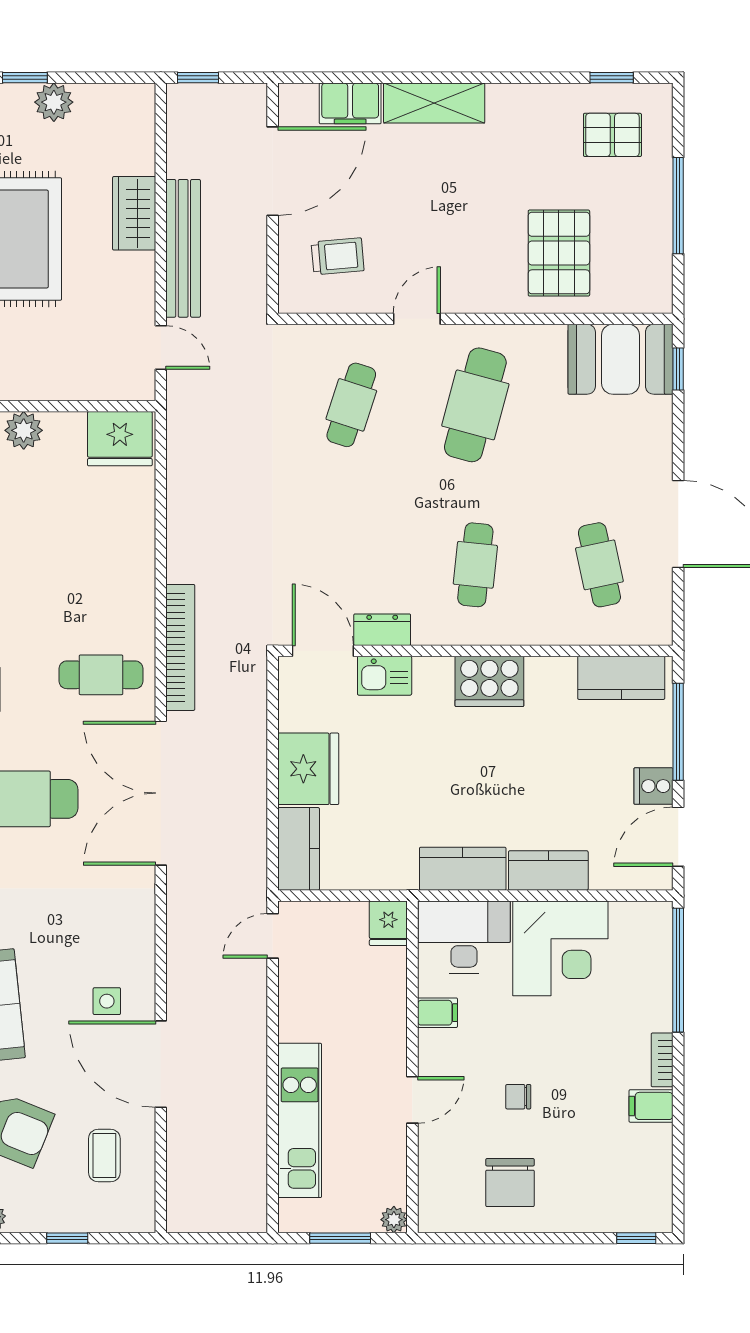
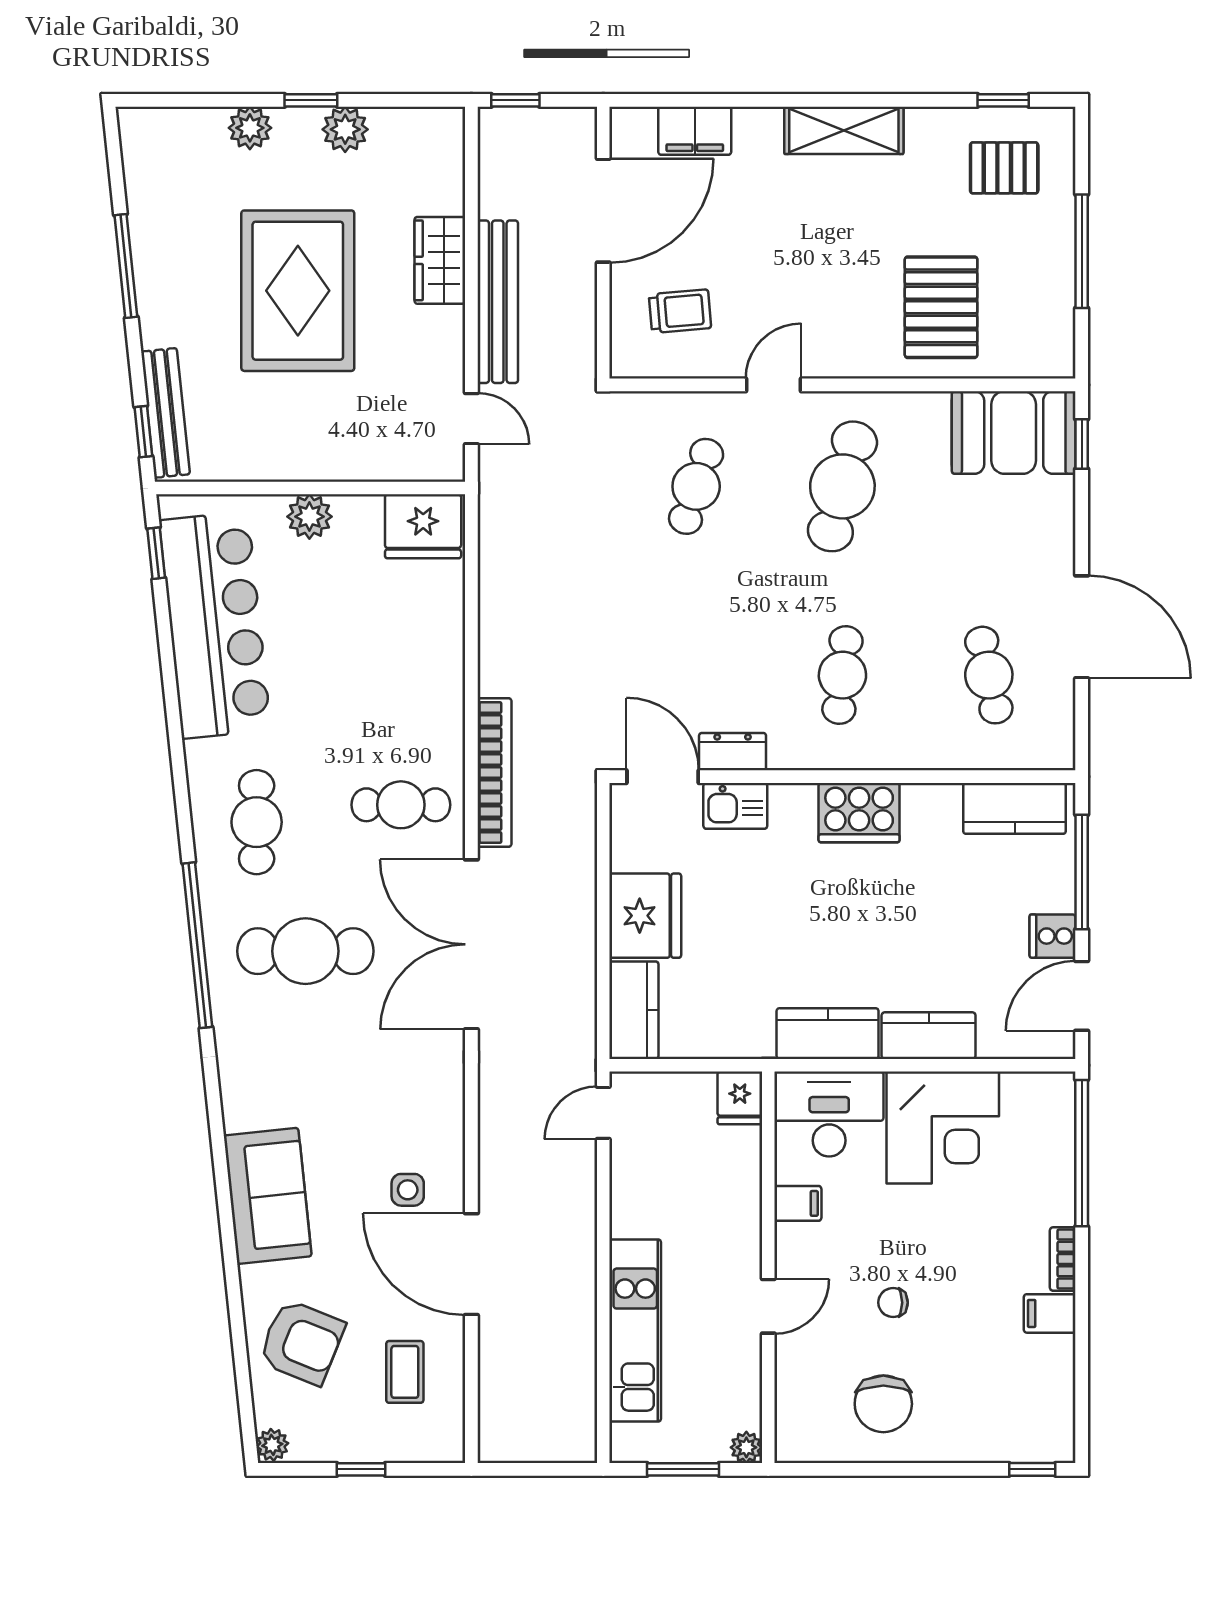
shelving: (434, 103) -> (844, 130), moved

